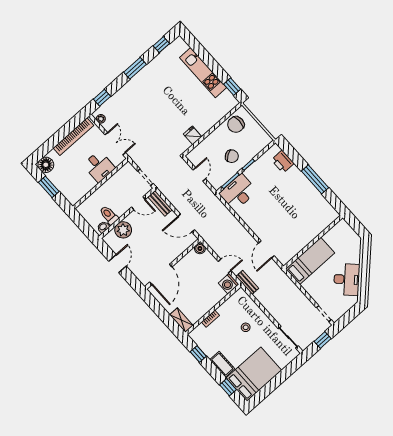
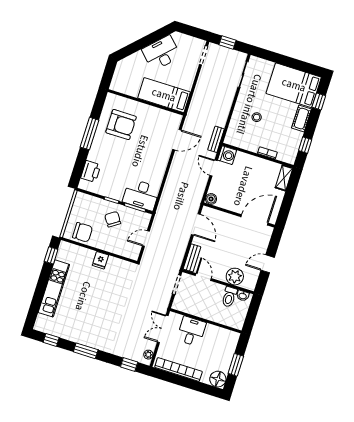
fridge: (193, 135) -> (100, 260), moved
armchair: (307, 210) -> (121, 125), added

